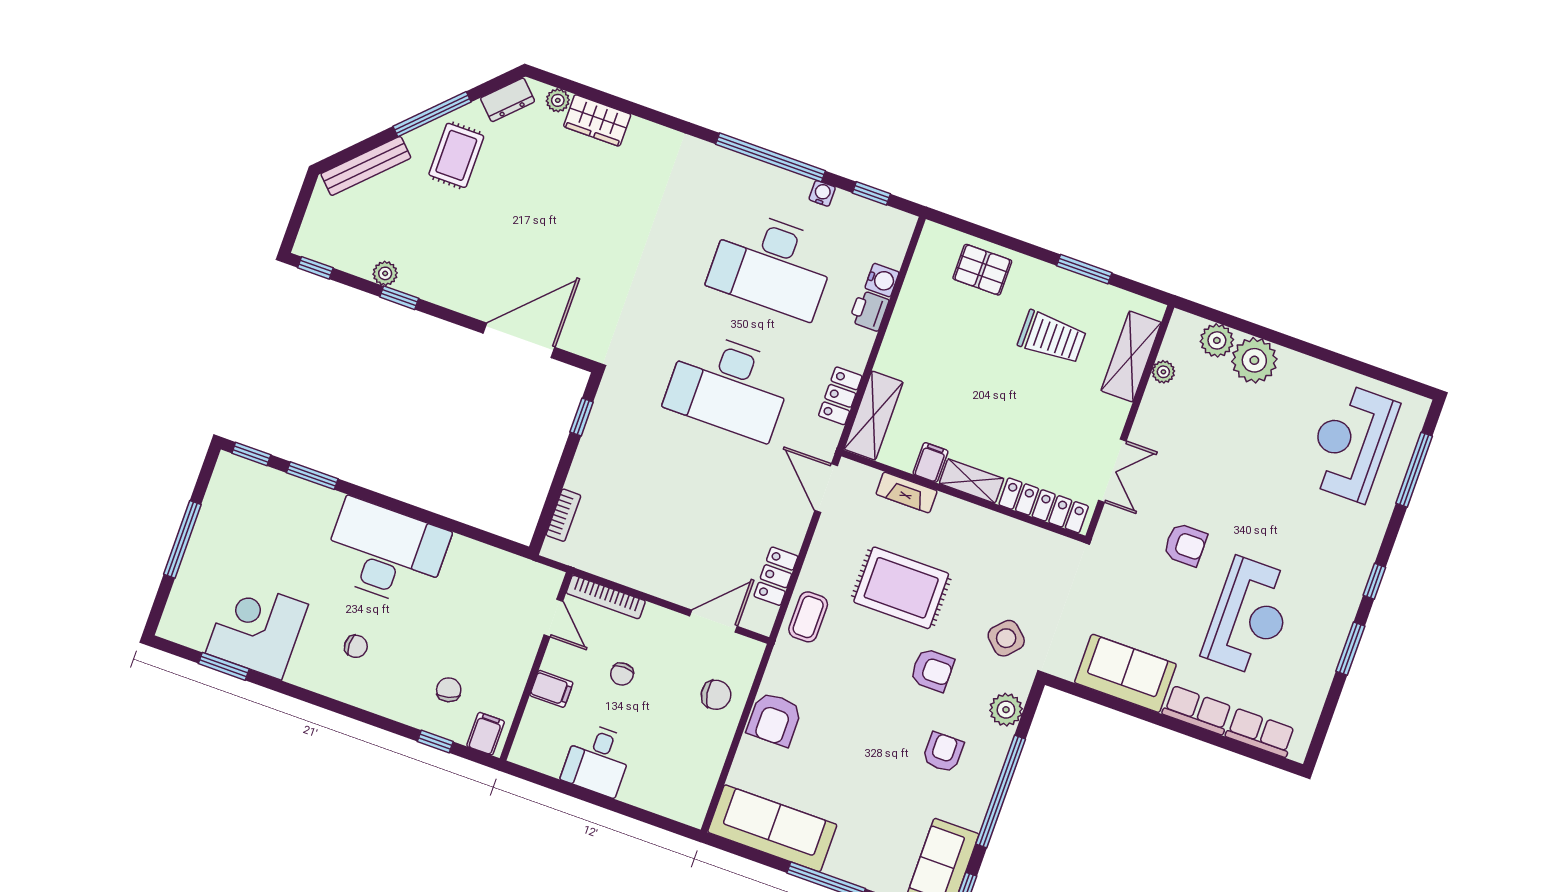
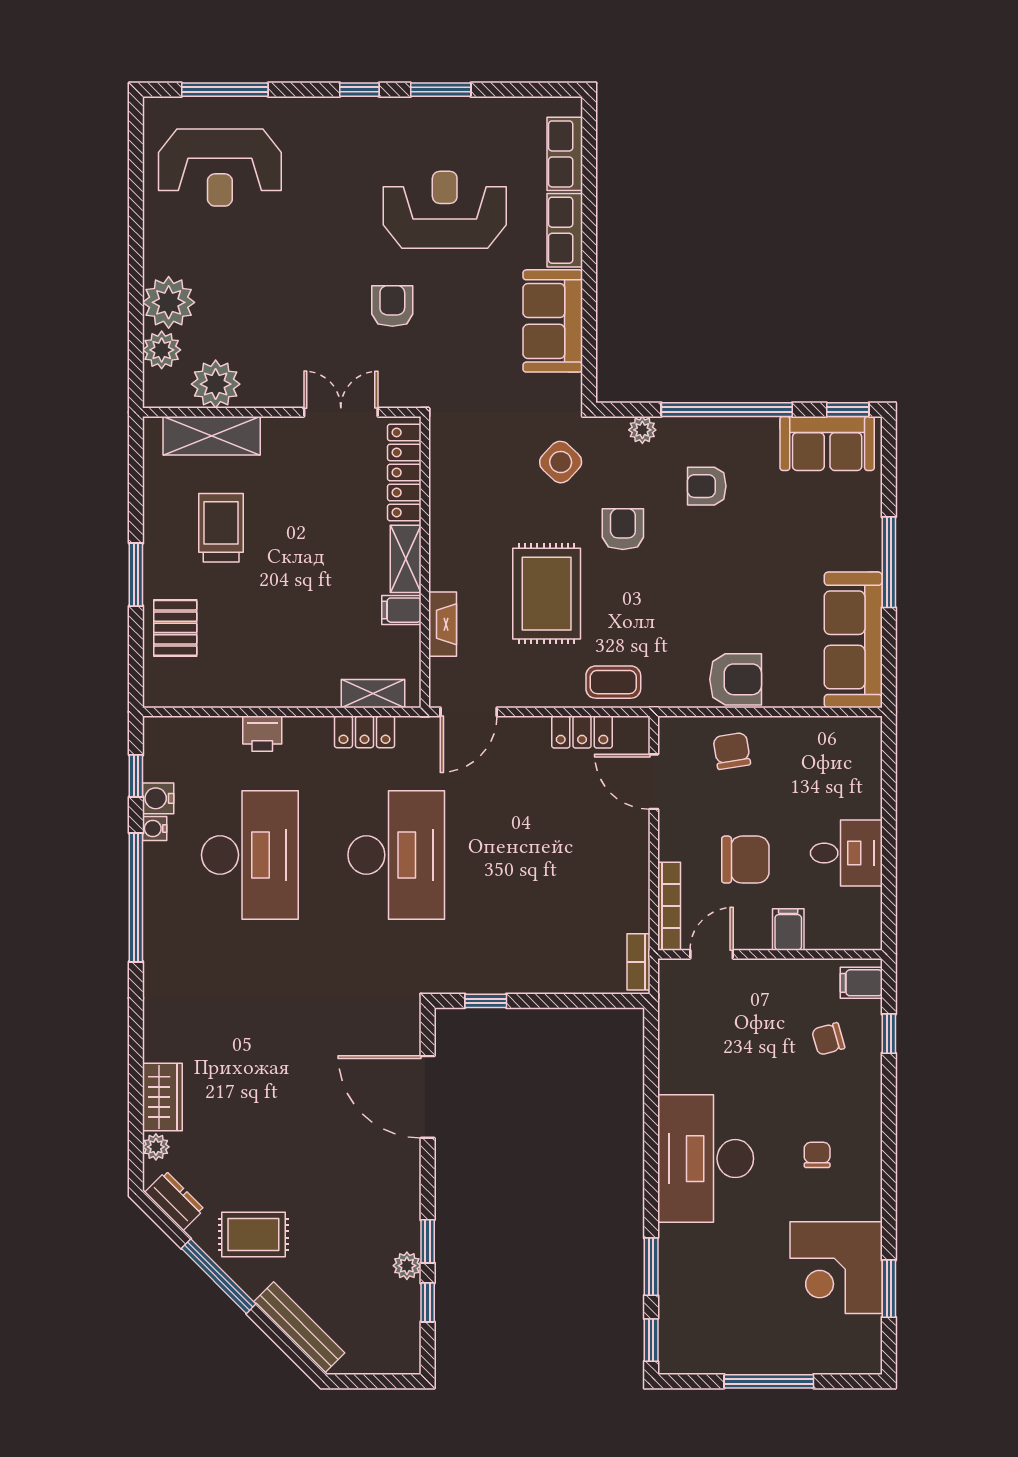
window: (315, 268) -> (428, 1302), moved
window: (1084, 269) -> (136, 575), moved
water cooler: (882, 280) -> (158, 798), moved, turned -90
plant: (1163, 372) -> (216, 384), width x1.87, depth x1.87
shelving: (873, 416) -> (373, 694), width x0.67, depth x0.75
bookcase: (563, 515) -> (638, 962), moved, turned -90
chair: (622, 674) -> (745, 860), width x1.87, depth x1.87
plant: (1006, 710) -> (642, 430), width x0.73, depth x0.73

